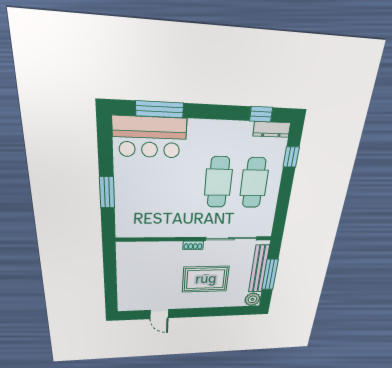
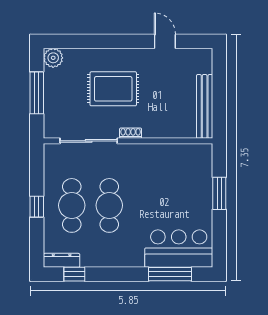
window: (291, 157) -> (37, 207), moved
bench: (259, 269) -> (205, 106), moved

